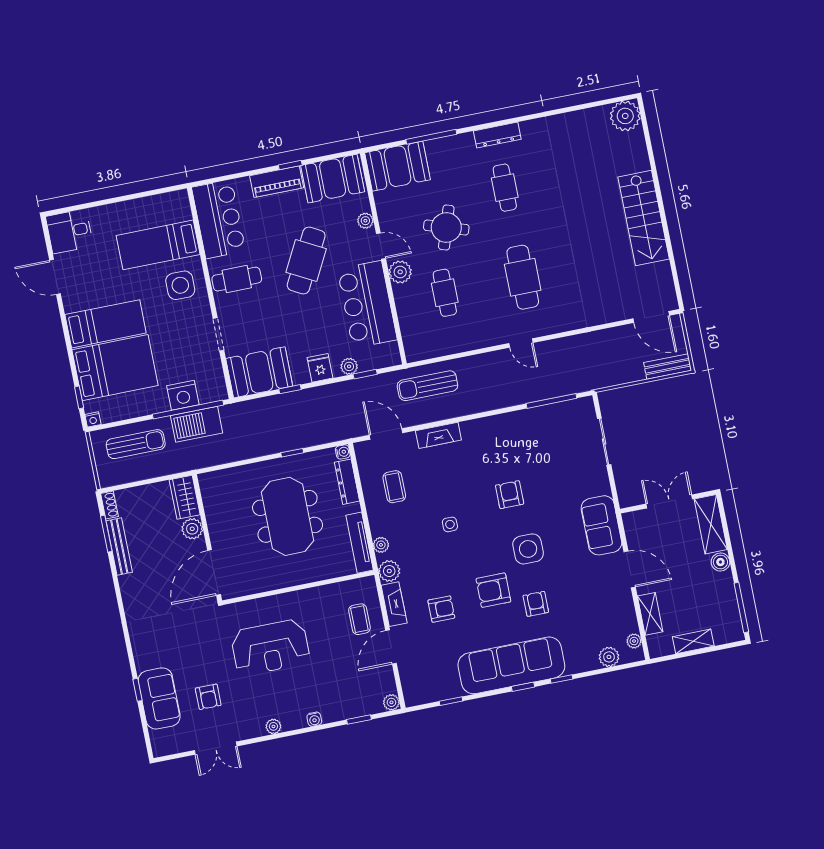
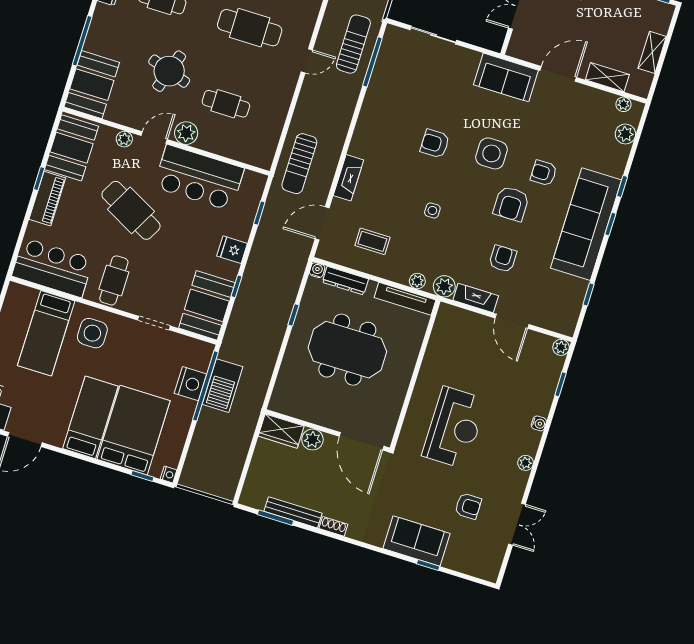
plant: (349, 366) -> (245, 223), removed
sun lounger: (136, 444) -> (353, 44), moved
shoe rack: (109, 505) -> (333, 526), moved
coffee table: (359, 619) -> (472, 336), removed
sofa: (159, 698) -> (417, 541), moved

